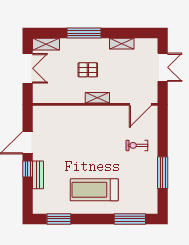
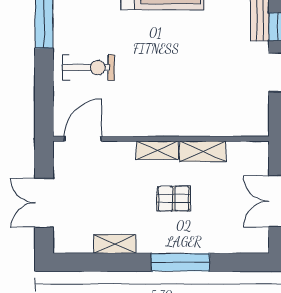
shelving: (46, 44) -> (203, 151), moved
exercise bike: (137, 145) -> (88, 68), width x1.38, depth x1.39

